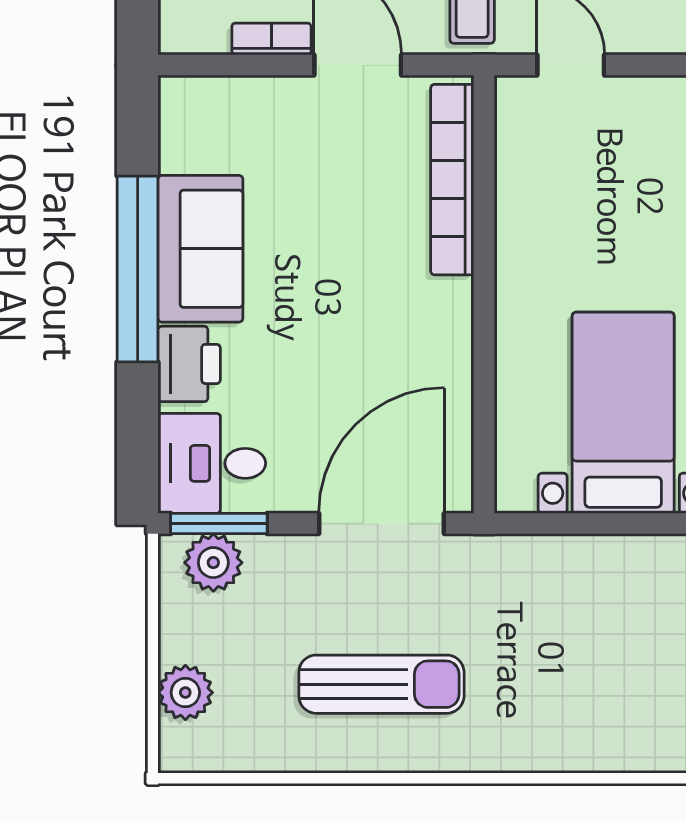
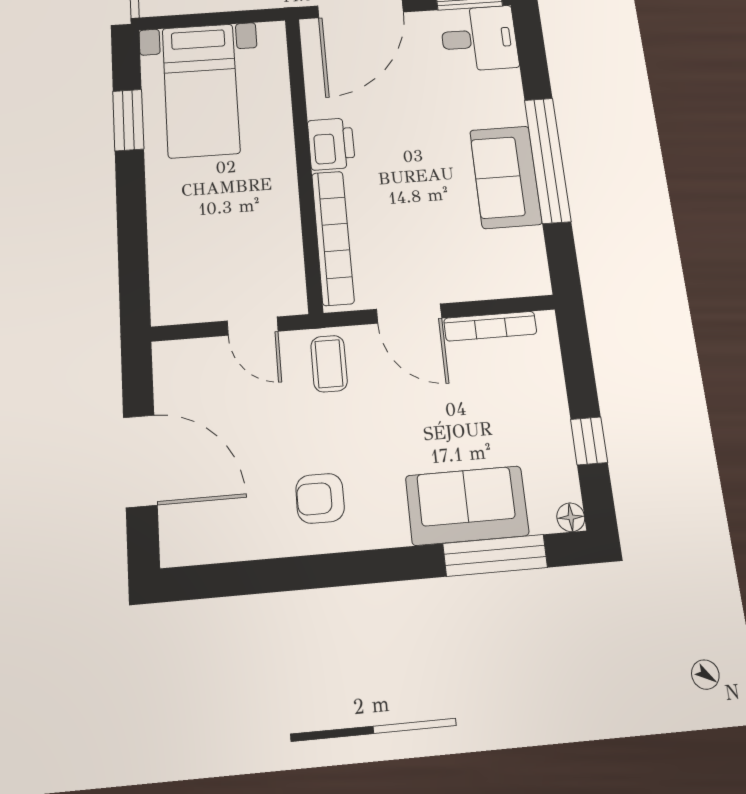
bookcase: (271, 39) -> (490, 326), width x1.56
printer: (189, 364) -> (331, 144), moved, turned 180

